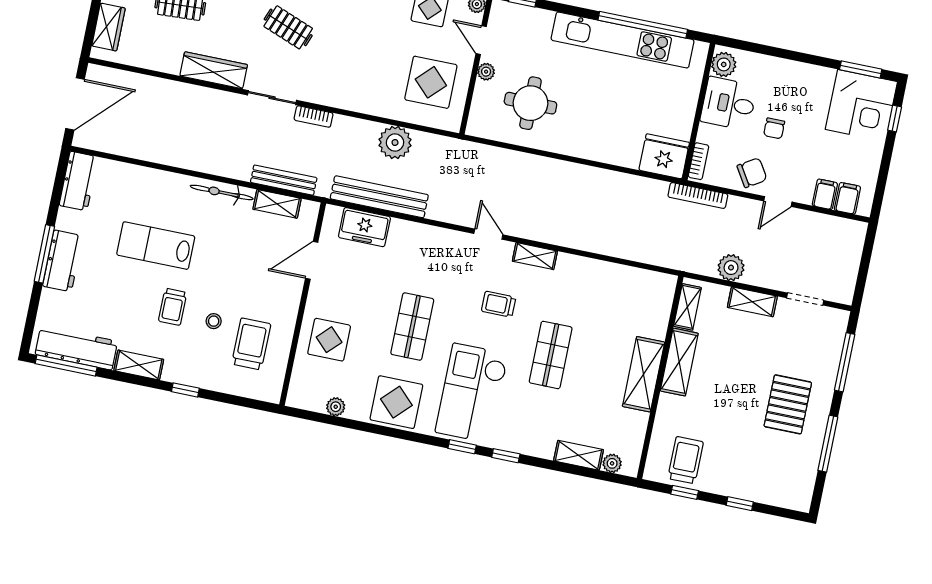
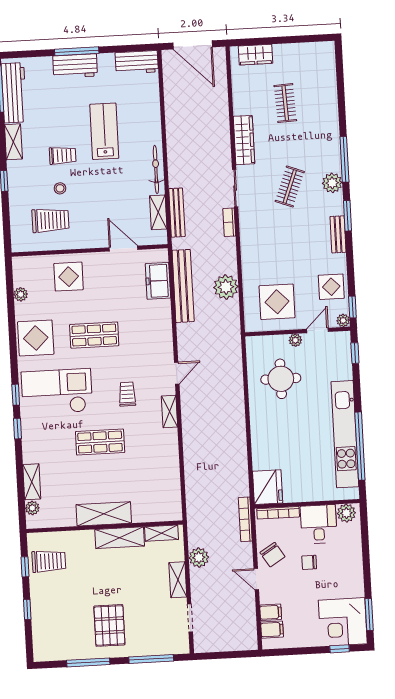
bookcase: (698, 161) -> (278, 513), width x1.56
trolley: (173, 307) -> (63, 156), turned 180
pallet: (788, 404) -> (109, 625), turned 90

